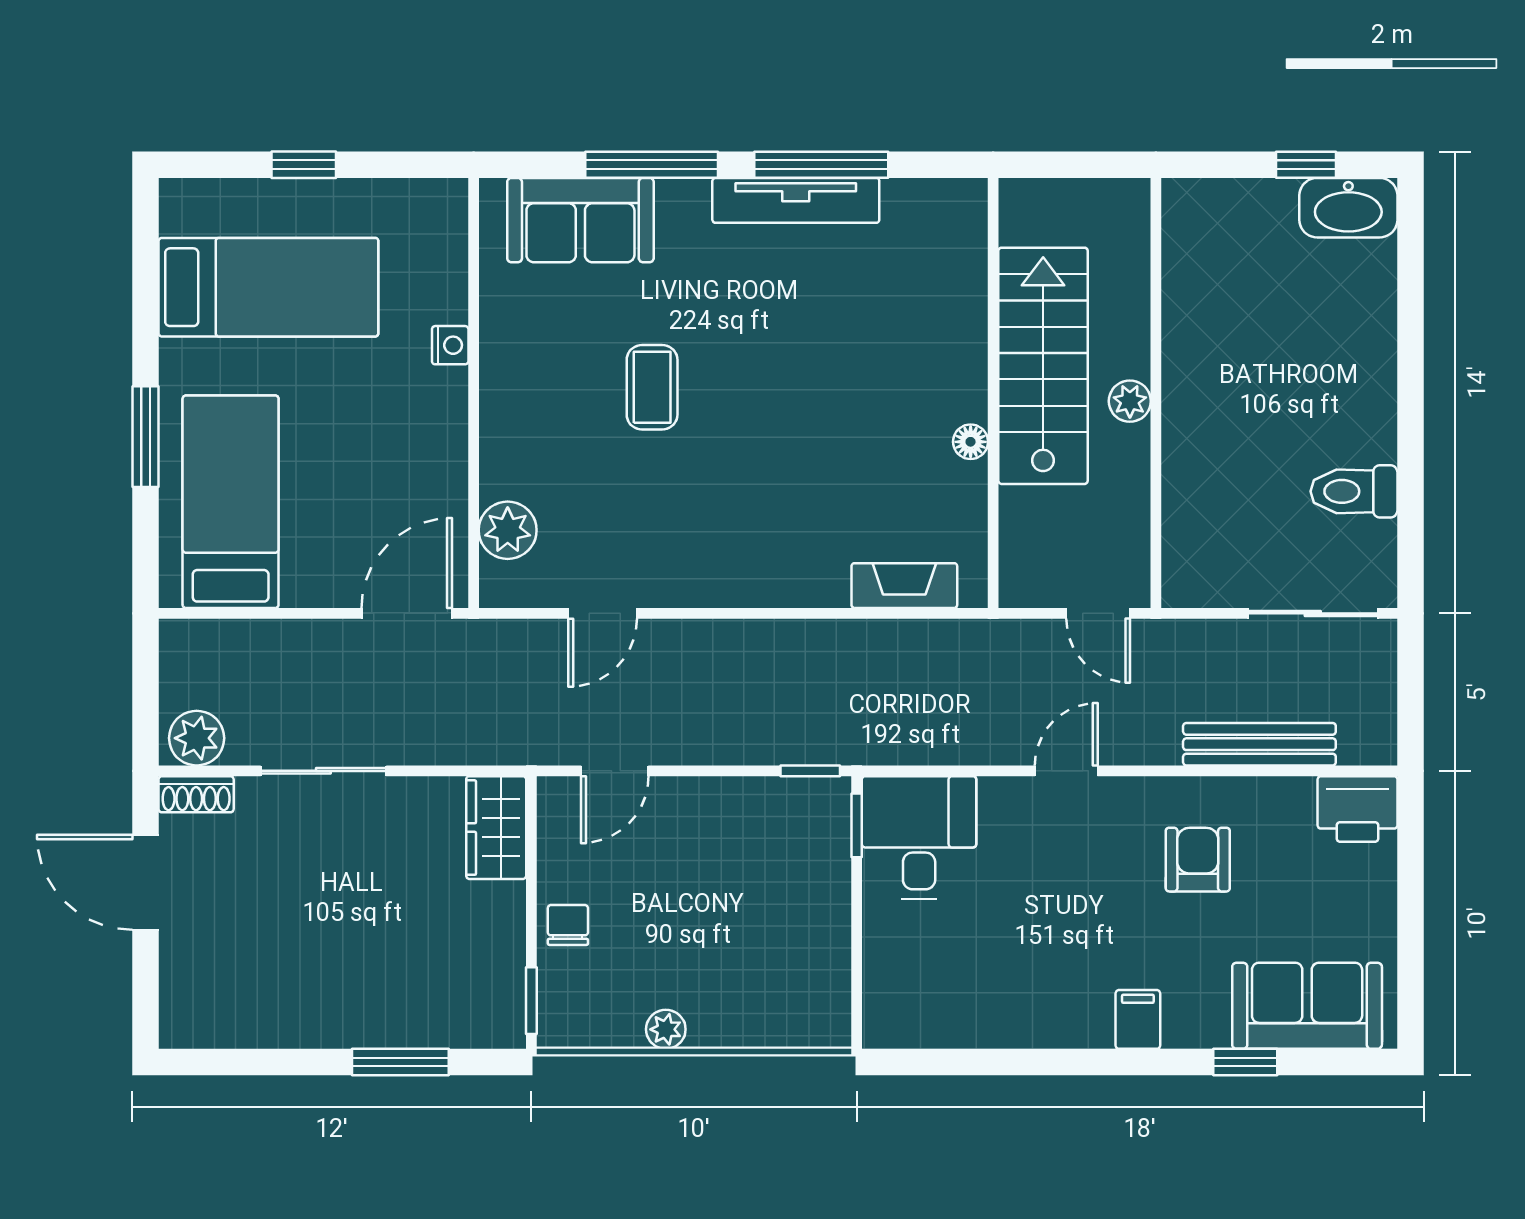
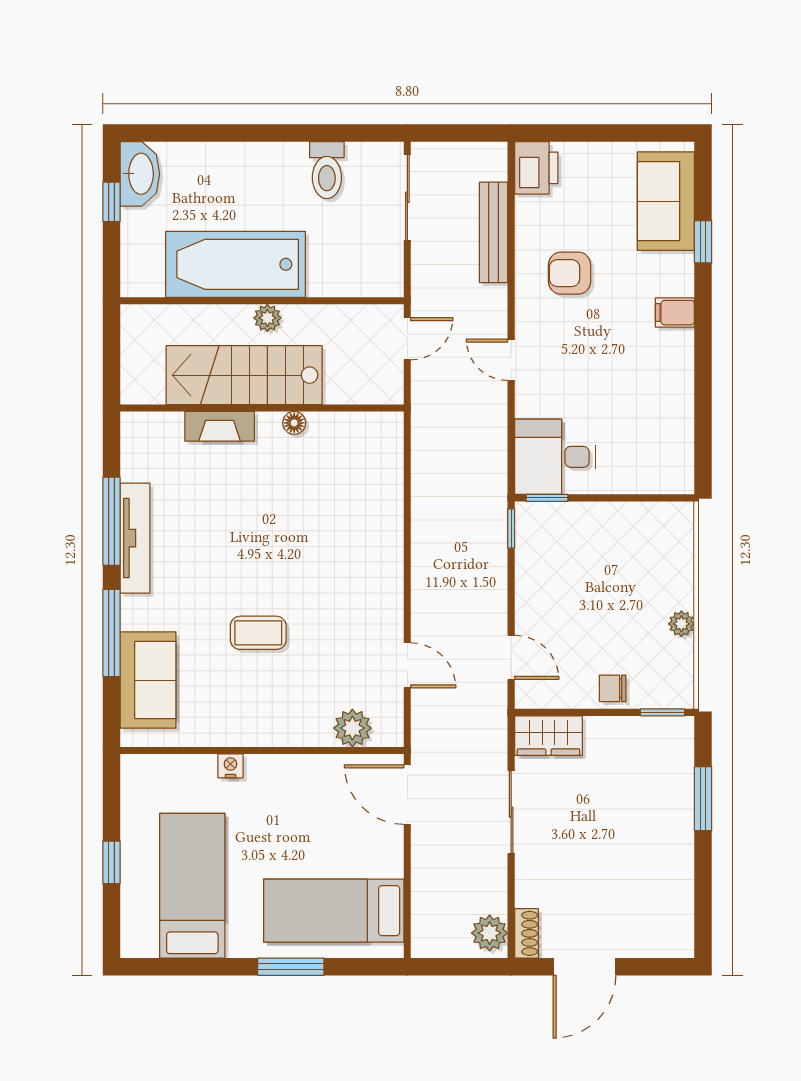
bathtub: (1211, 353) -> (236, 264), added
fireplace: (904, 586) -> (220, 426), moved, turned -90
sliding door: (323, 771) -> (511, 812), moved

